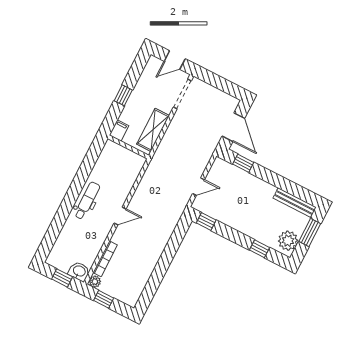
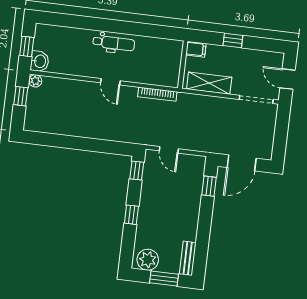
bench: (295, 203) -> (188, 258), width x0.73
window: (259, 249) -> (131, 215), moved
bookcase: (105, 259) -> (157, 94), moved

